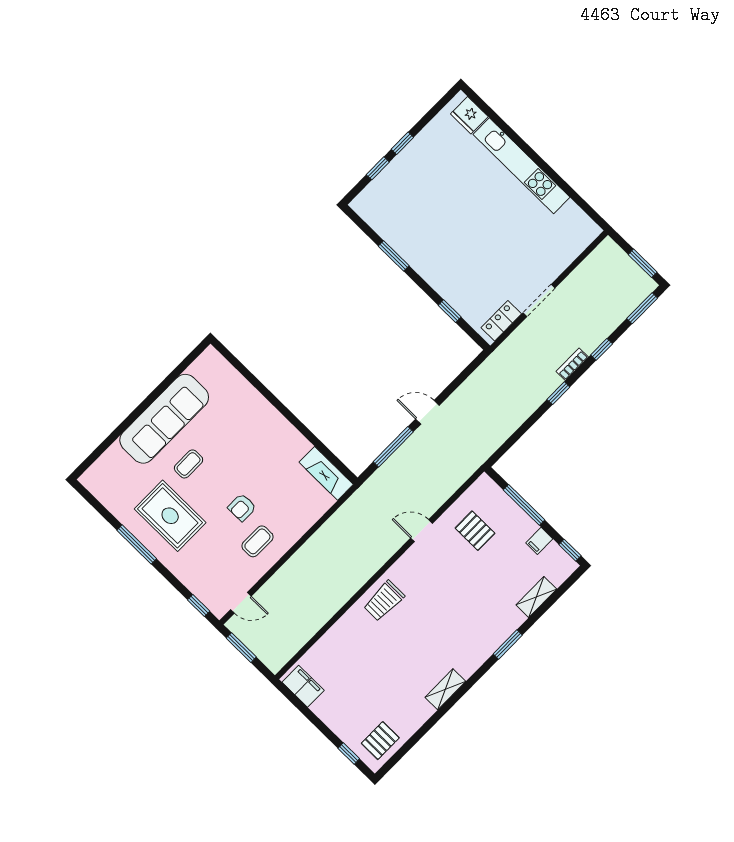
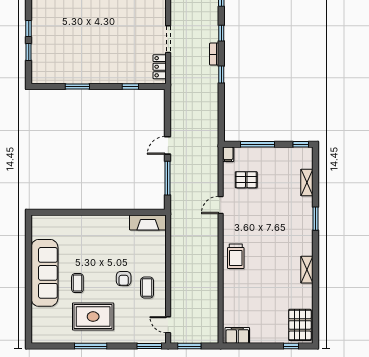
filing cabinet: (539, 541) -> (228, 154), moved
door: (241, 603) -> (168, 325), swing flipped
window: (199, 606) -> (149, 346), width x1.50
pallet: (380, 741) -> (300, 325), width x1.50, depth x1.42

